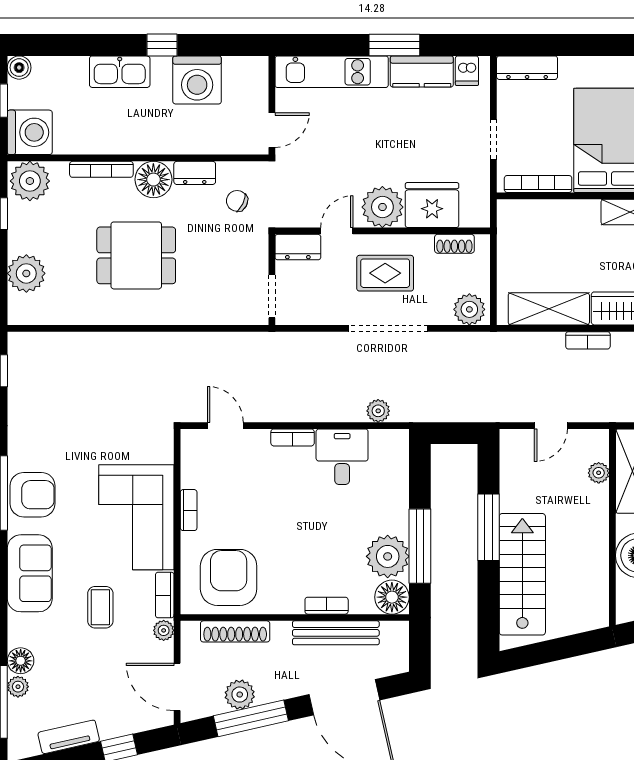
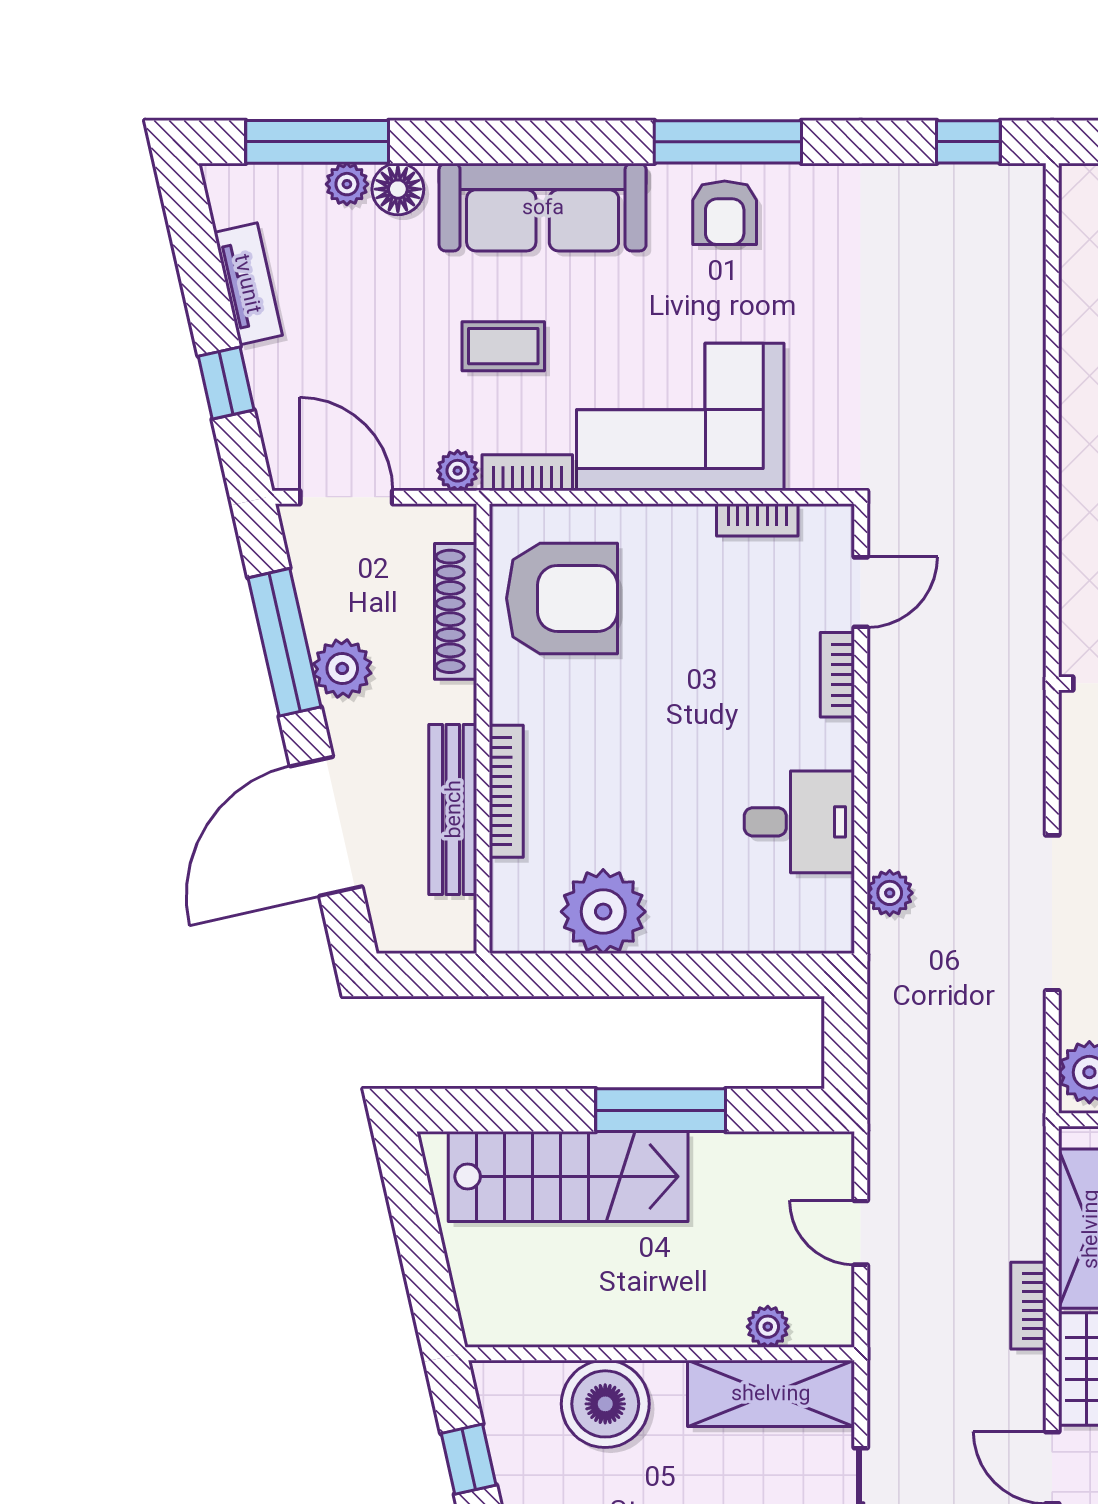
bookcase: (293, 437) -> (837, 675), moved
armchair: (33, 495) -> (725, 213), width x0.72, depth x0.72
bookcase: (189, 510) -> (757, 520), moved
window: (420, 546) -> (623, 975), removed
sofa: (30, 573) -> (543, 207), width x1.36
floor lamp: (392, 597) -> (523, 920), removed
bookcase: (327, 606) -> (506, 791), width x1.56
door: (177, 687) -> (346, 497), hinge flipped
plant: (240, 695) -> (342, 668), moved

